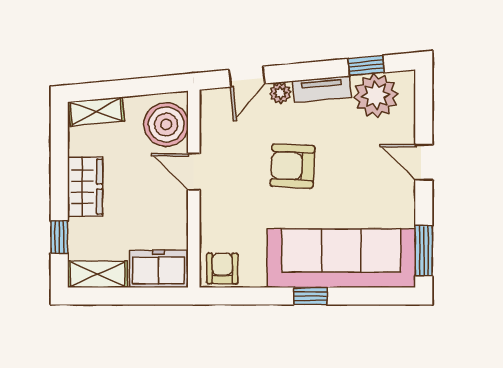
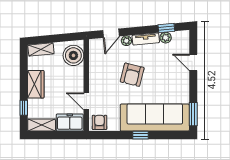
plant: (376, 96) -> (166, 38), width x0.53, depth x0.53
door: (424, 162) -> (193, 62), moved
armchair: (293, 166) -> (132, 75), turned -79
door: (194, 172) -> (86, 101), moved

